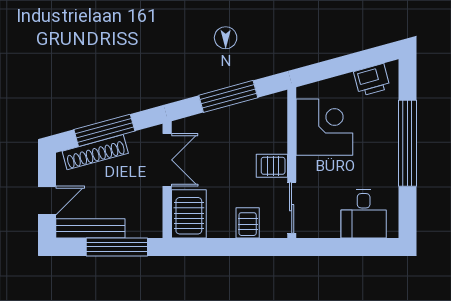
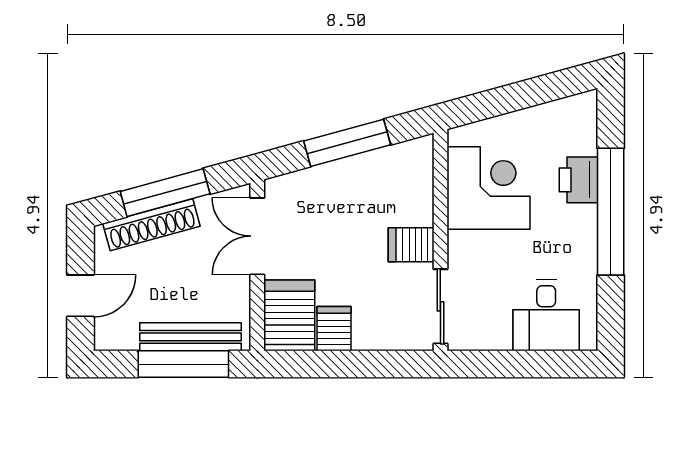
printer: (372, 80) -> (578, 180), moved, turned 105
double door: (167, 160) -> (257, 236), swing flipped
server rack: (248, 223) -> (334, 329), moved
bench: (90, 228) -> (190, 337), moved

